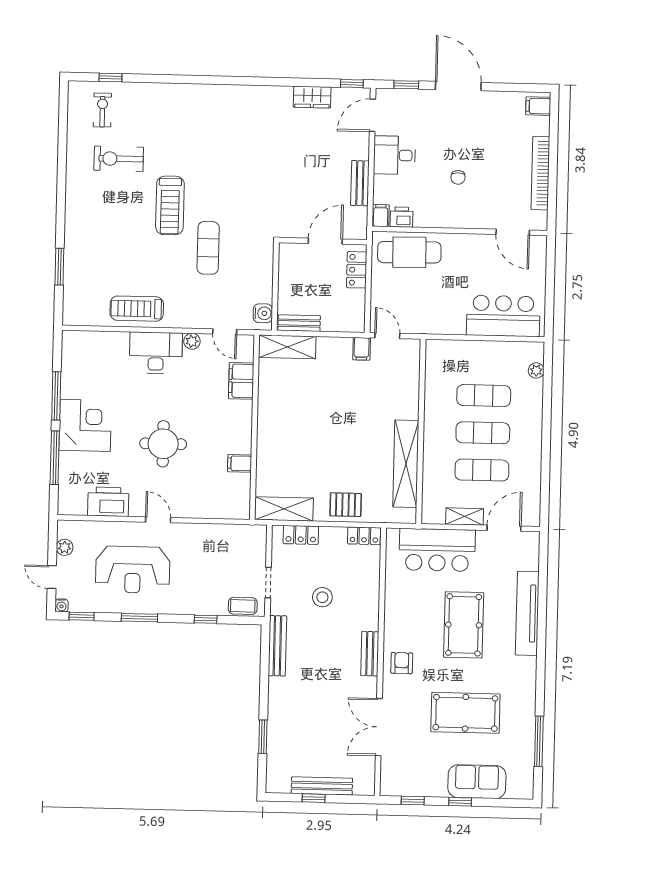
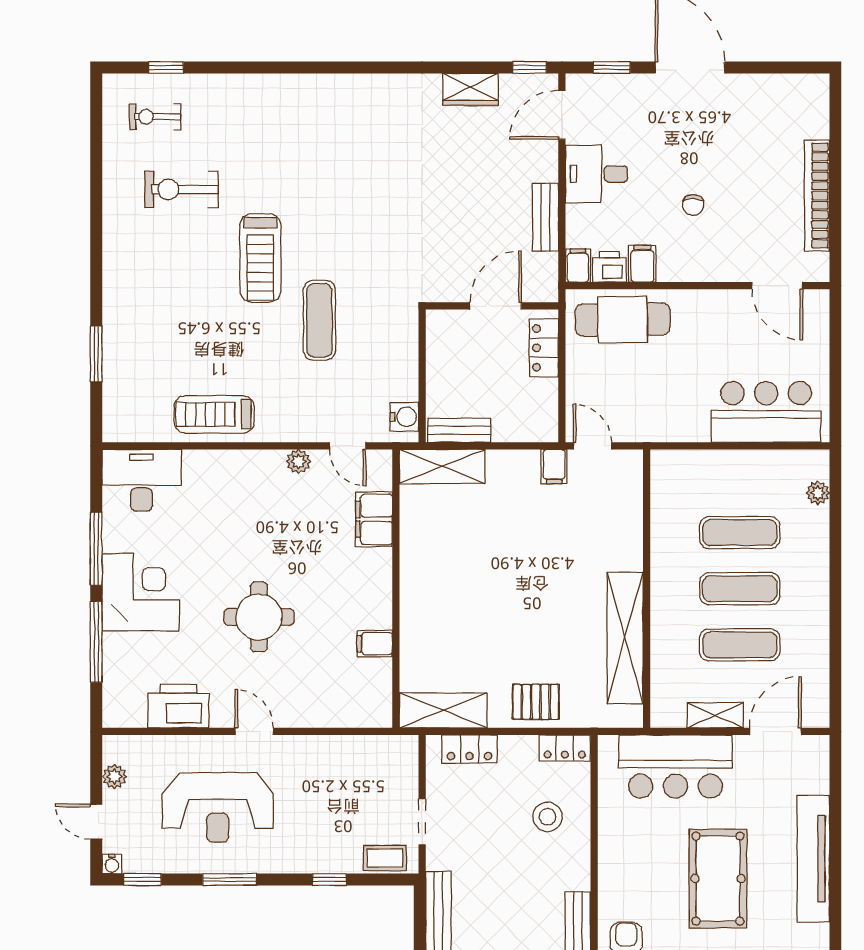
filing cabinet: (538, 106) -> (642, 264), moved, turned 90
exercise bike: (102, 110) -> (155, 117), turned -90
desk: (156, 353) -> (141, 480), moved
stool: (322, 597) -> (548, 817), moved

